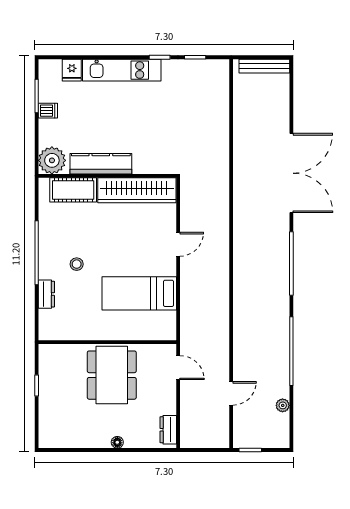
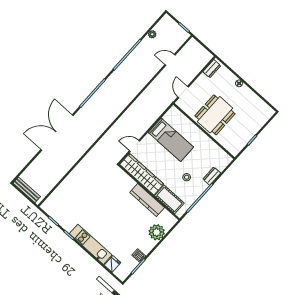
kitchen counter: (101, 164) -> (147, 200), moved
wall: (107, 176) -> (149, 192), moved
cot: (73, 190) -> (169, 199), moved
wardrobe: (137, 190) -> (142, 174), moved

